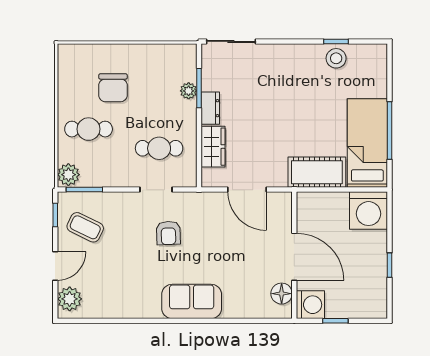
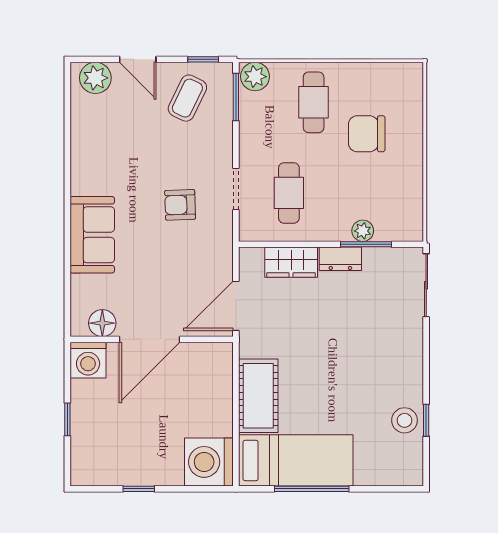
wall: (294, 255) -> (152, 339), moved
door: (294, 257) -> (149, 339), moved
floor lamp: (282, 294) -> (102, 323), moved
washing machine: (310, 305) -> (88, 360), moved

